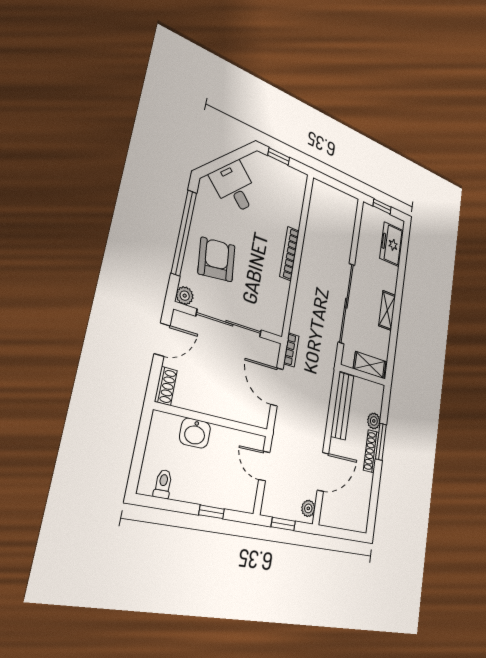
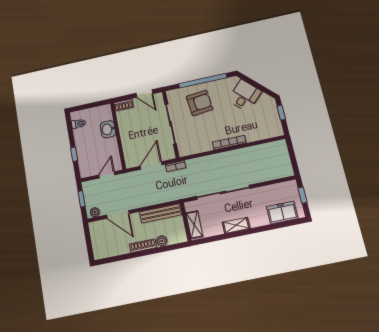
plant: (185, 296) -> (172, 95), removed
window: (381, 442) -> (152, 251), removed

